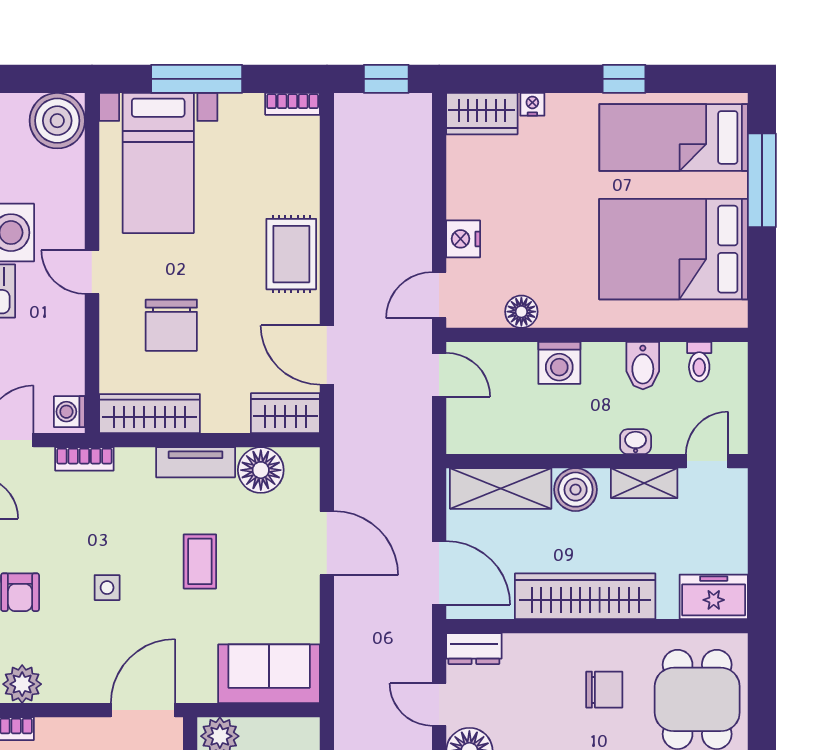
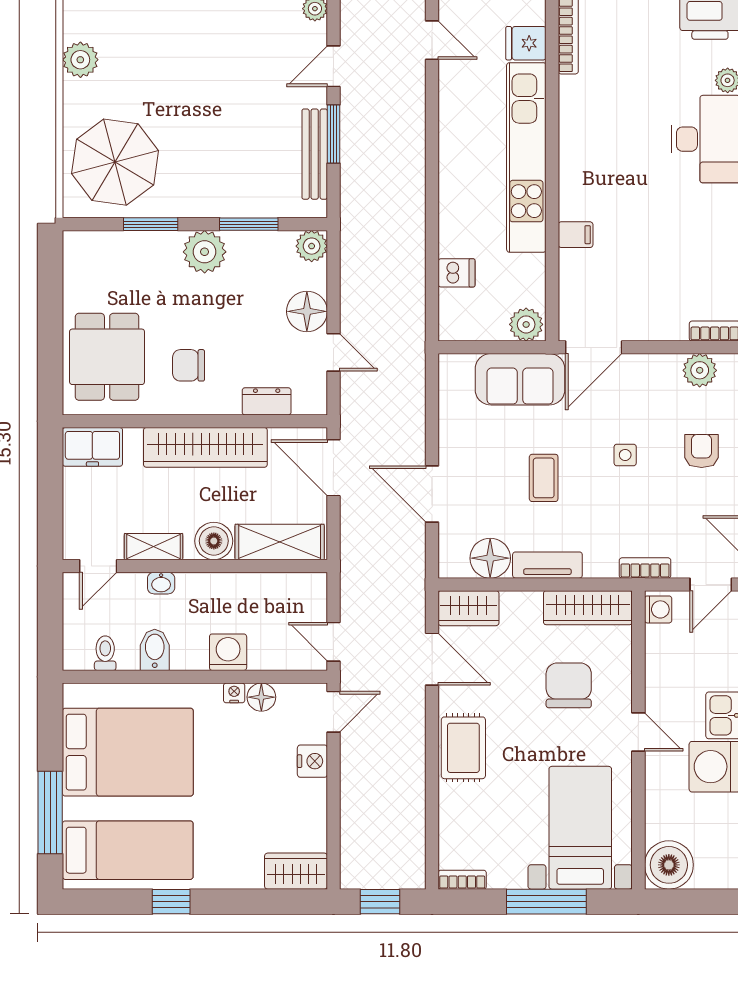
nightstand: (532, 104) -> (234, 693), moved, turned 180
dresser: (474, 649) -> (267, 401), moved
sofa: (269, 674) -> (520, 379), moved

